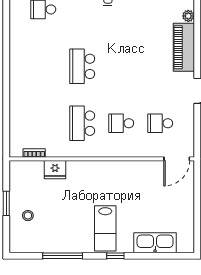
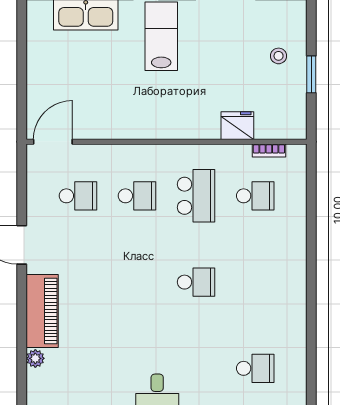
school desk: (82, 66) -> (196, 282), width x0.54
school desk: (43, 123) -> (255, 196), added

